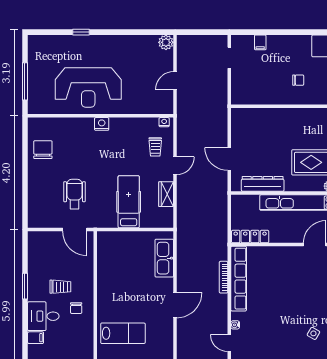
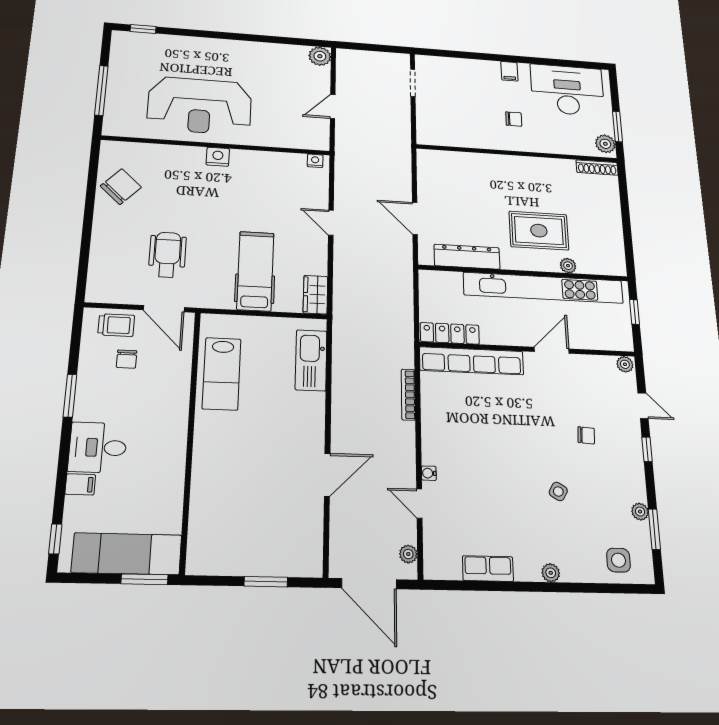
window: (81, 32) -> (143, 29), moved
filing cabinet: (260, 42) -> (509, 71), moved
trolley: (155, 147) -> (300, 194), removed
chair: (43, 150) -> (121, 187), turned 43
door: (175, 166) -> (331, 223), swing flipped
wardrobe: (166, 194) -> (315, 295), moved
row of seats: (239, 279) -> (472, 361), moved, turned 90
trolley: (60, 287) -> (116, 325), moved
door: (175, 305) -> (327, 475), moved
chair: (76, 308) -> (127, 359), moved
lab bench: (123, 333) -> (222, 374), moved, turned 90

